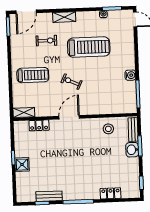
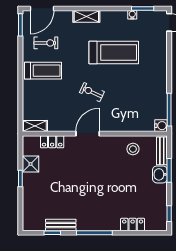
exercise bike: (46, 41) -> (46, 43), moved
treadmill: (33, 75) -> (43, 71), moved
water cooler: (130, 75) -> (161, 126), moved
shower: (22, 165) -> (30, 164), moved

